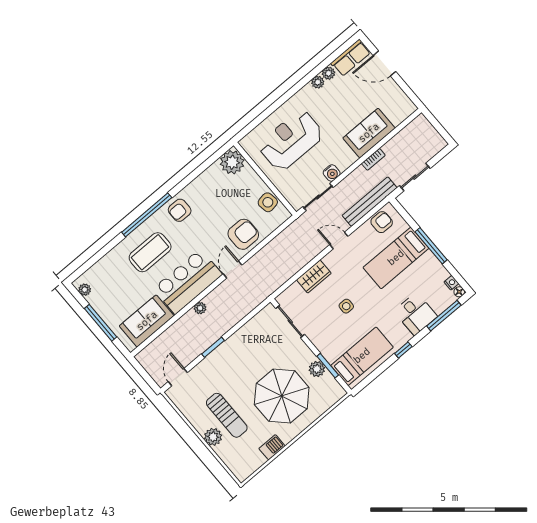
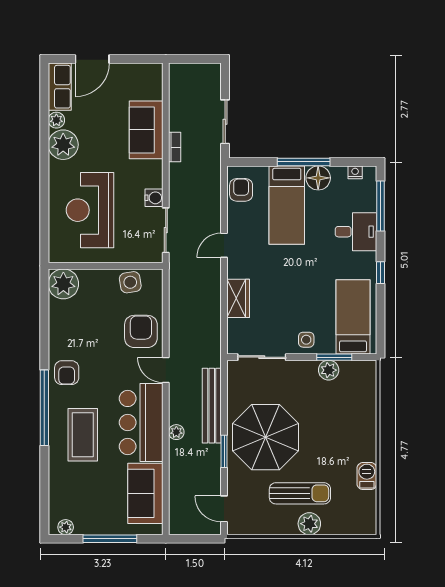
plant: (318, 82) -> (63, 145), width x1.88, depth x1.88
bench: (370, 202) -> (212, 406), moved
floor lamp: (459, 292) -> (318, 178), moved, width x1.89, depth x1.89
side table: (346, 306) -> (306, 340), moved
parasol: (282, 396) -> (265, 437), moved

